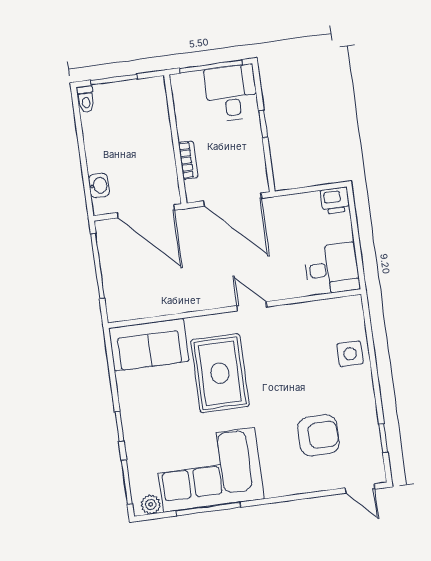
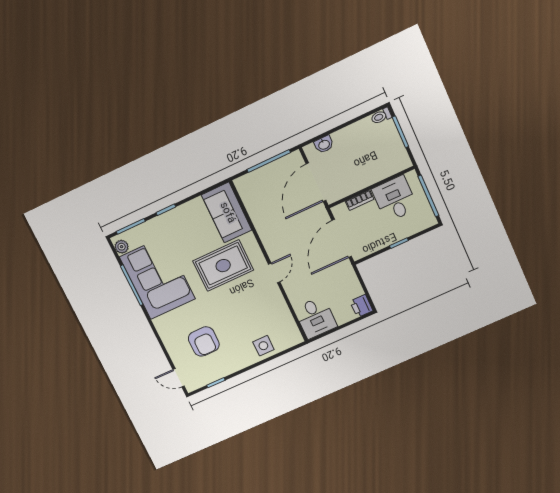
desk: (231, 93) -> (395, 199), moved, turned -90
door: (360, 488) -> (179, 378), hinge flipped

